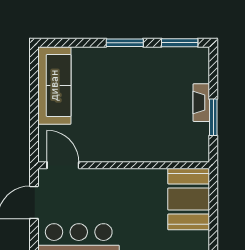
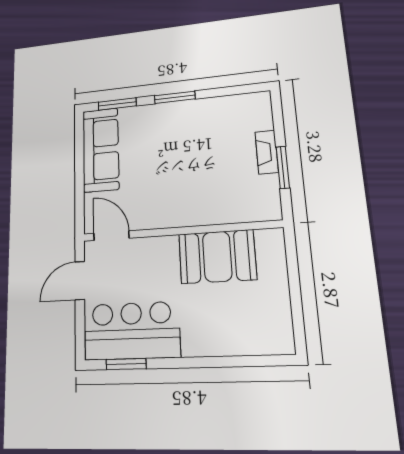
window: (180, 43) -> (117, 104), moved
booth: (189, 199) -> (217, 257), moved, turned 90

